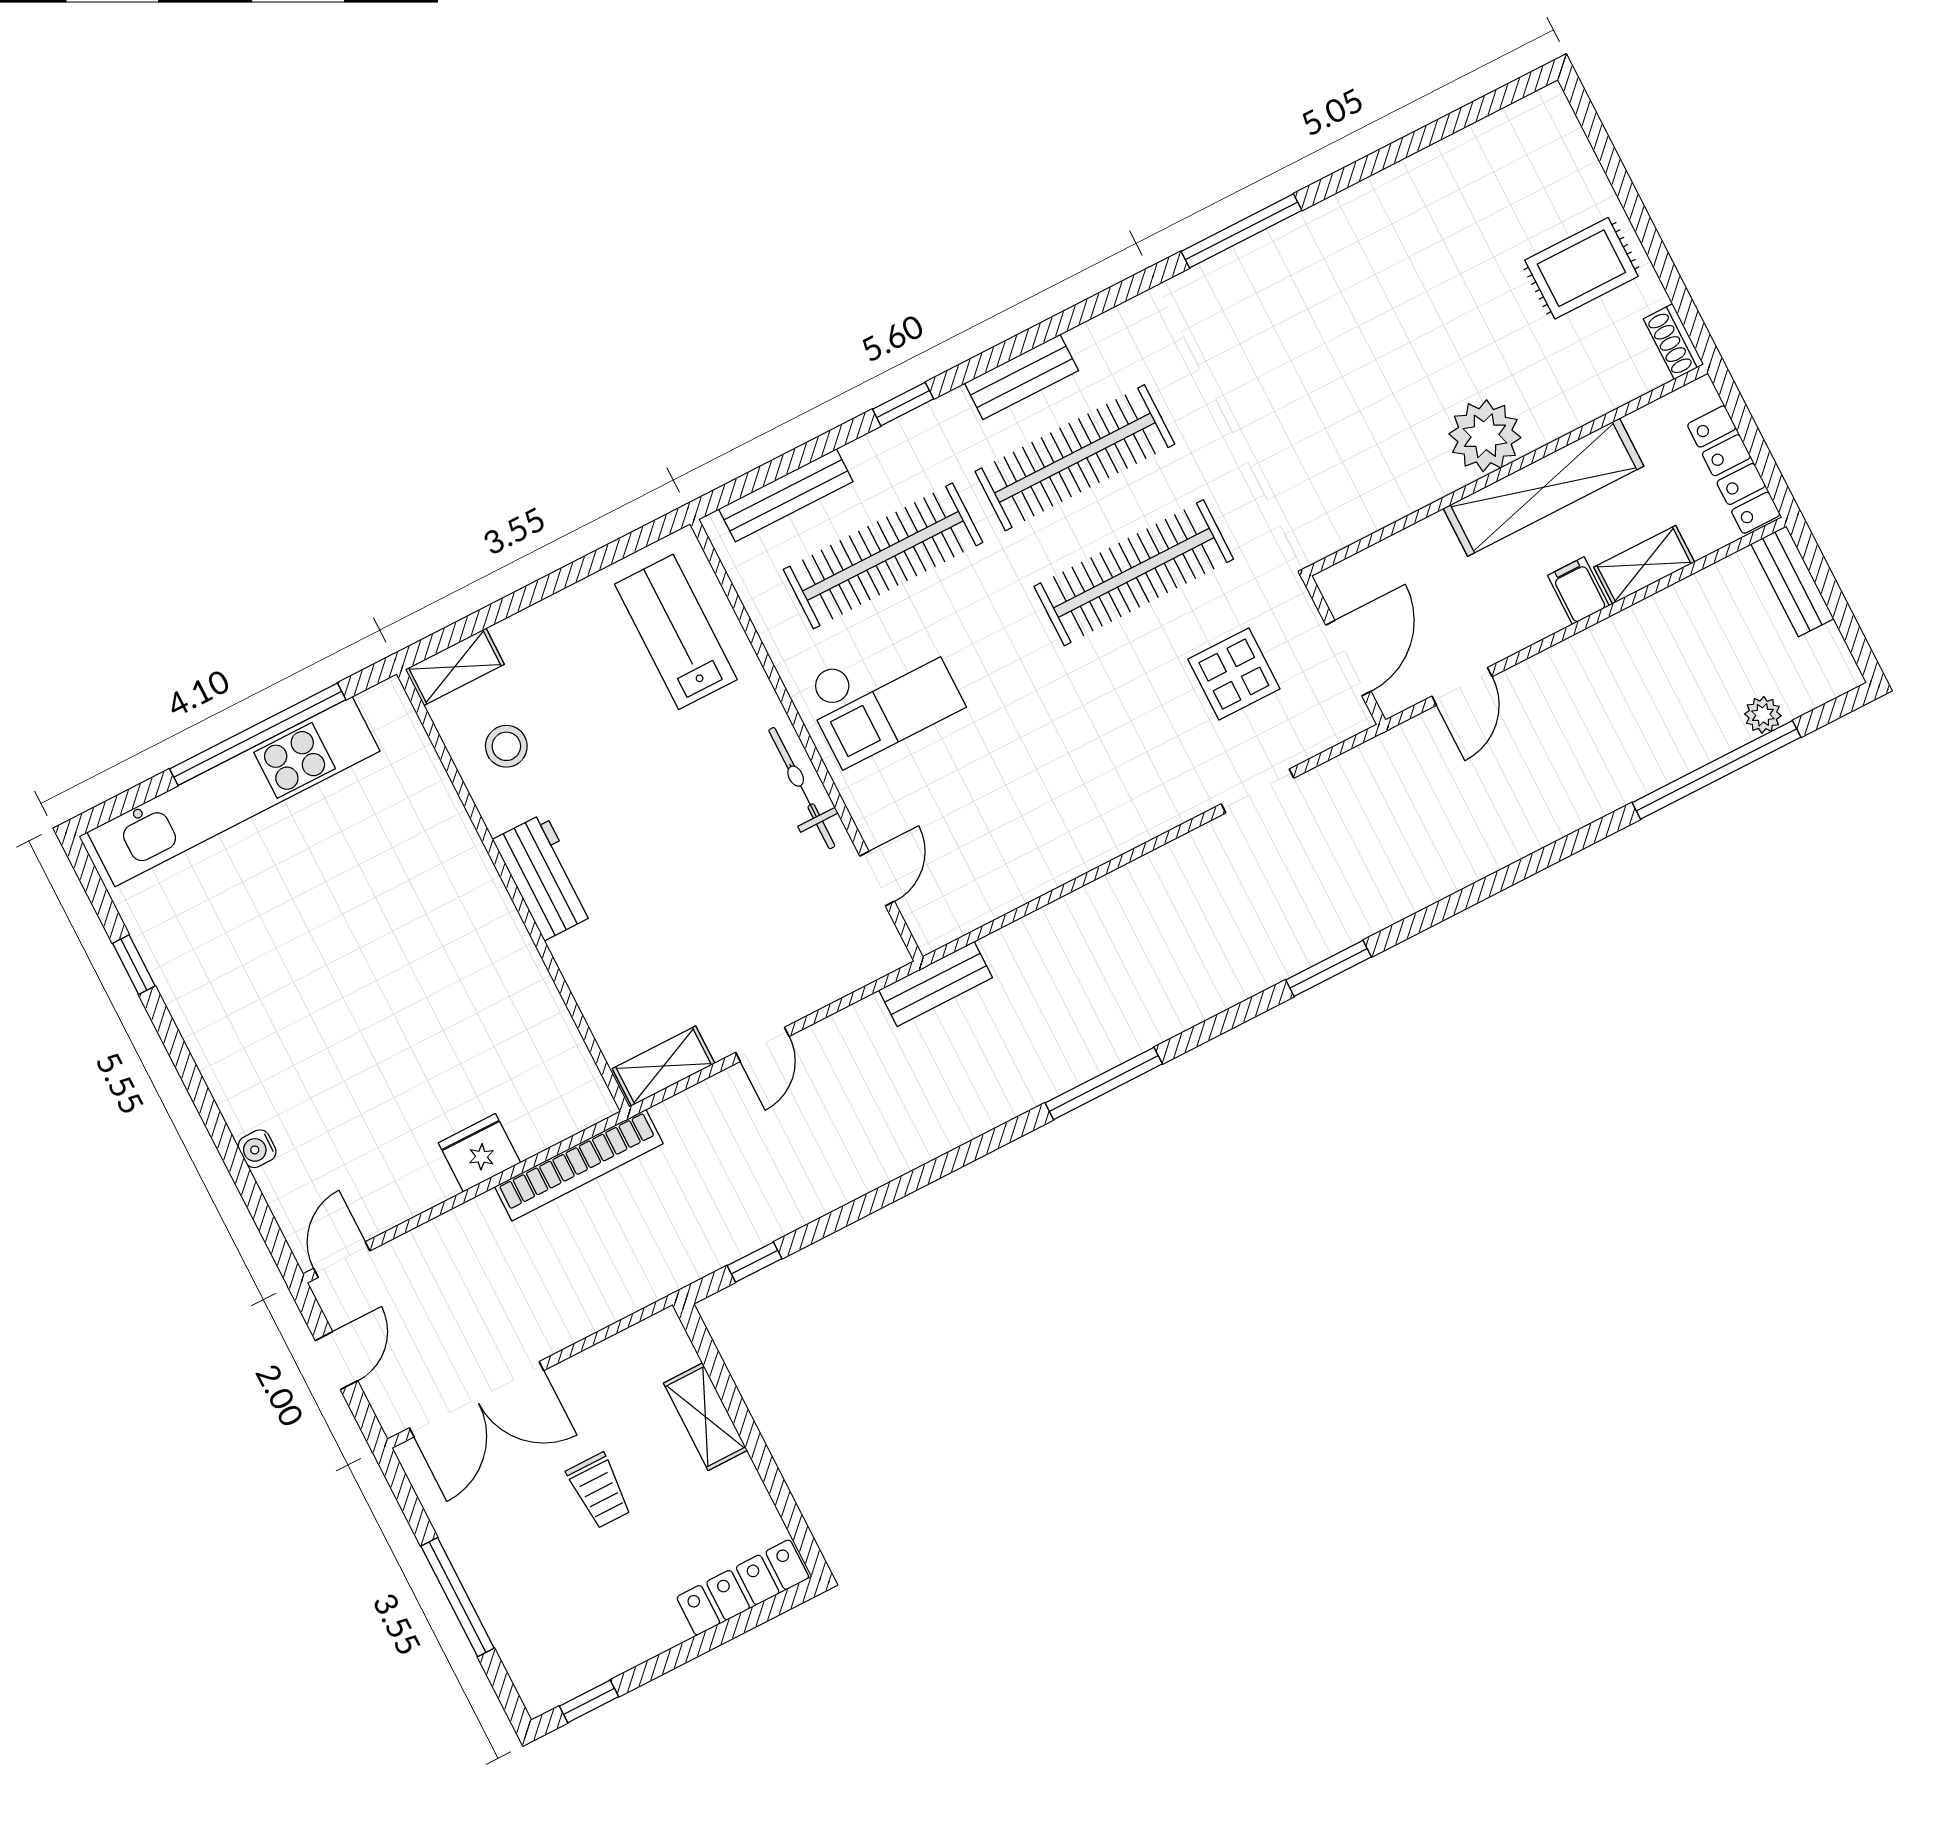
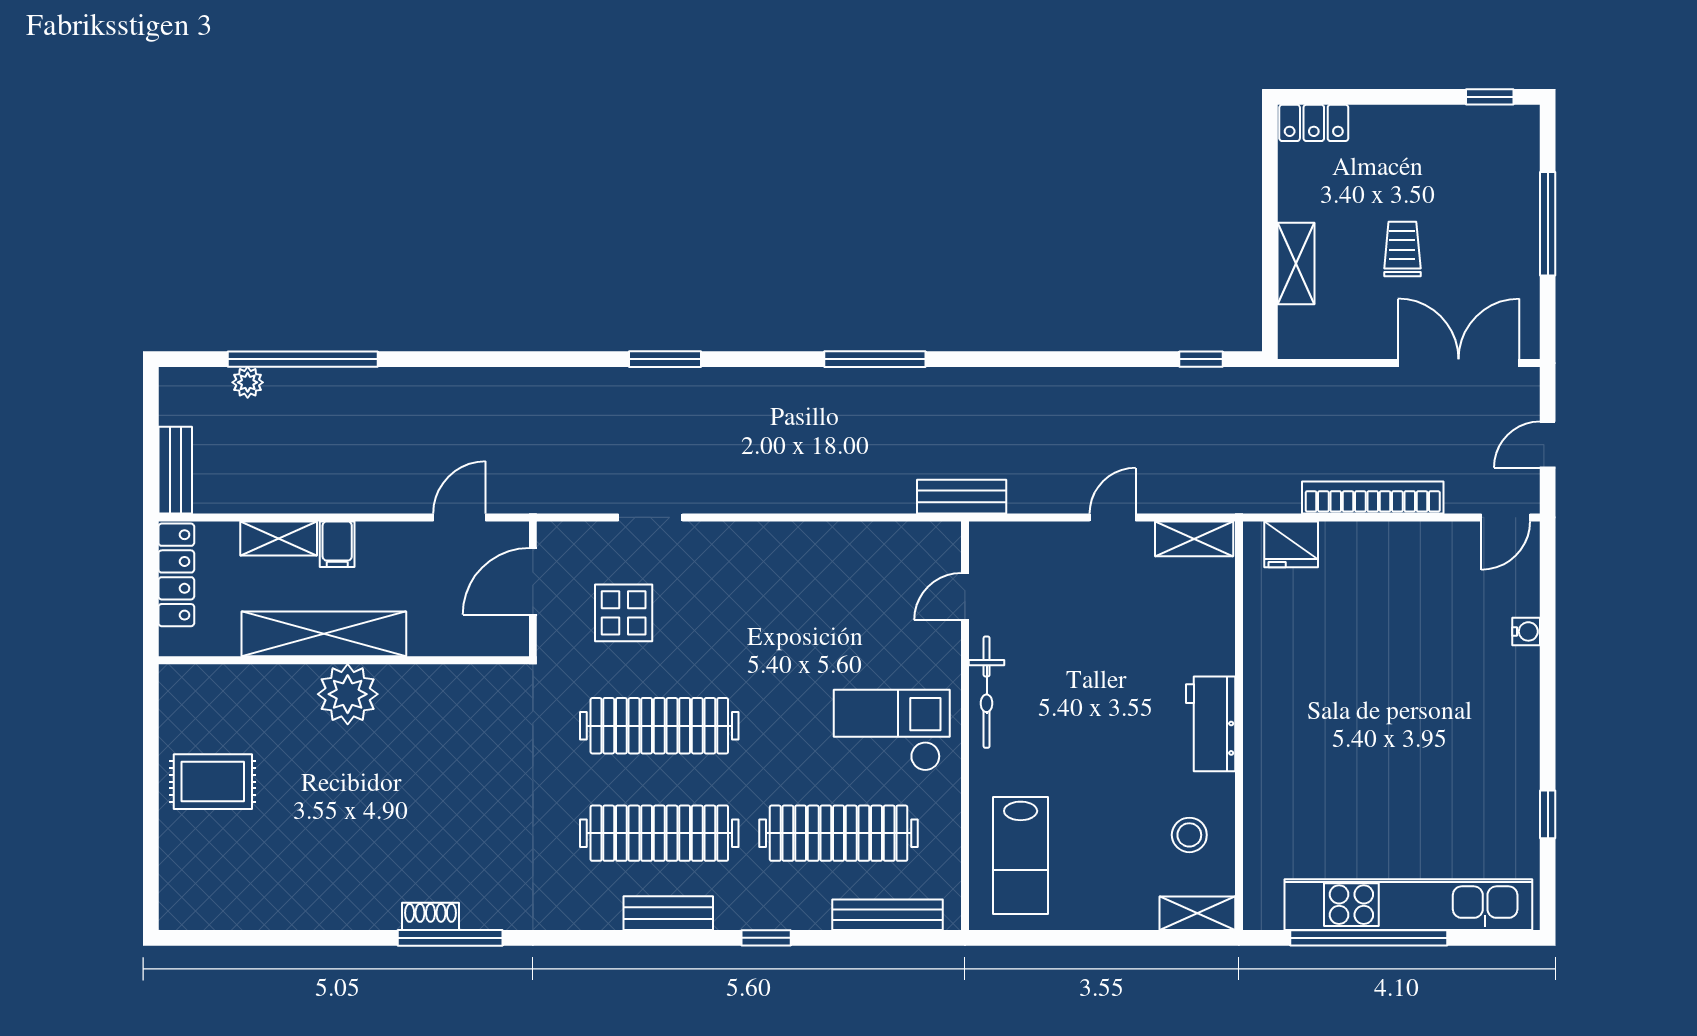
shoe rack: (1674, 342) -> (431, 916), moved, turned -90
fridge: (479, 1153) -> (1291, 544), moved
bookcase: (579, 1165) -> (1373, 497), moved
locker: (743, 1588) -> (1314, 123), width x0.66

